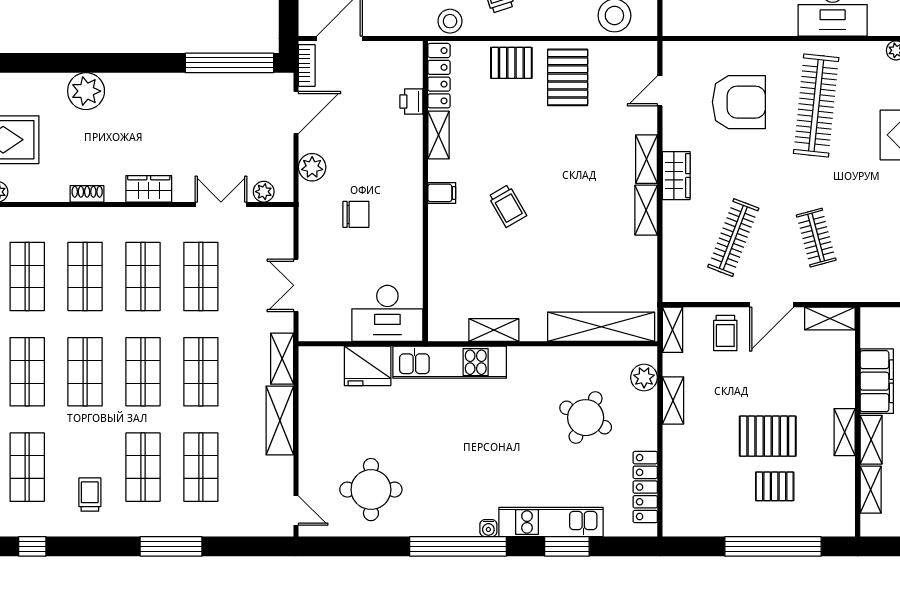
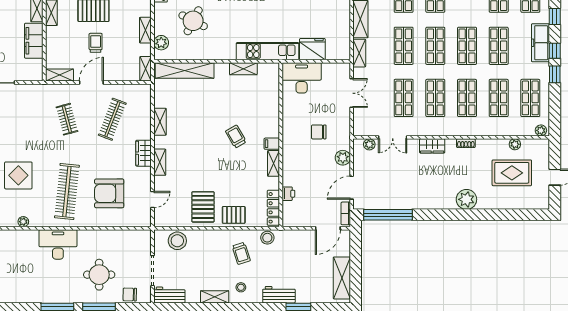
shelving: (439, 135) -> (274, 163), moved
shelving: (646, 210) -> (160, 122), moved
trolley: (725, 333) -> (96, 43), moved

